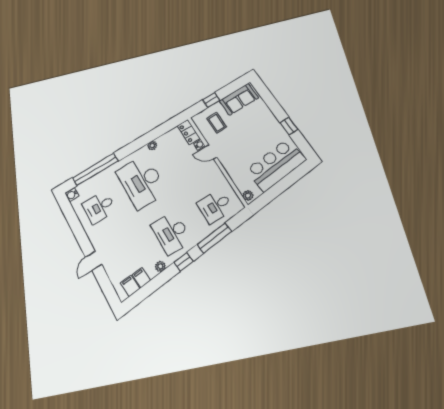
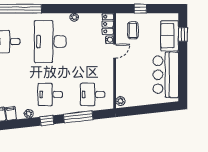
sofa: (239, 99) -> (170, 36), moved, turned 90
window: (289, 126) -> (183, 35), moved
door: (211, 152) -> (115, 51), swing flipped
bar counter: (276, 165) -> (166, 75), moved, turned -84
desk: (171, 233) -> (50, 94), width x0.73

